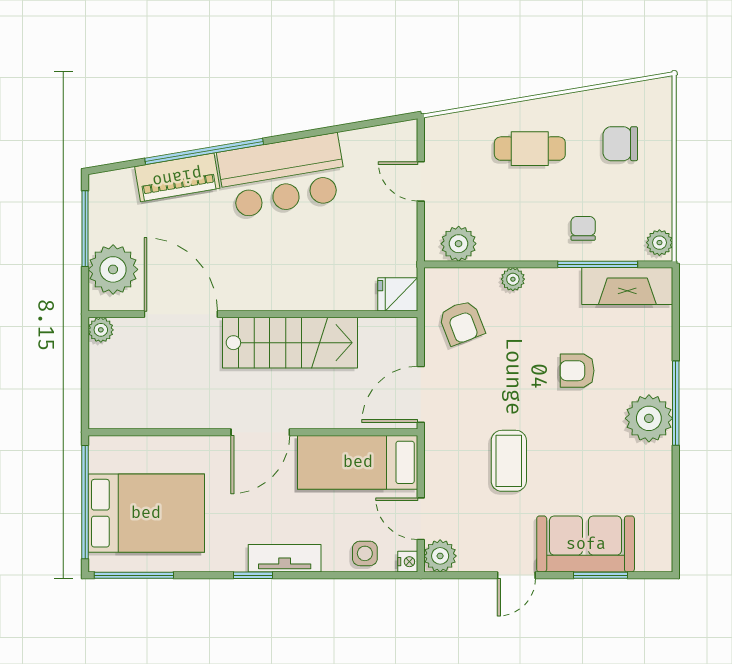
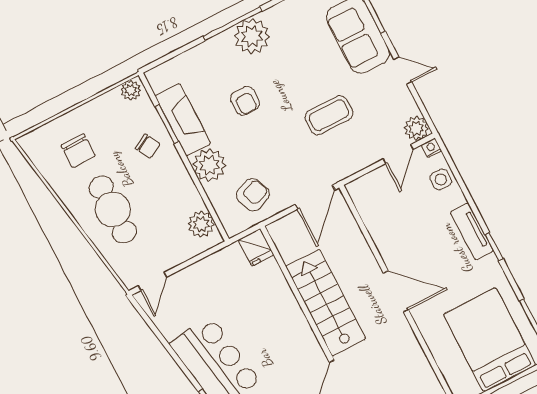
cafe table: (530, 149) -> (113, 209), width x1.37, depth x1.35
door: (421, 181) -> (153, 281), moved
chair: (583, 228) -> (148, 146), turned -118
window: (598, 264) -> (167, 124), width x0.69
plant: (513, 279) -> (209, 165), width x1.88, depth x1.88
fireplace: (627, 286) -> (183, 120), moved
door: (421, 394) -> (315, 197), hinge flipped
bed: (358, 462) -> (382, 216), removed

